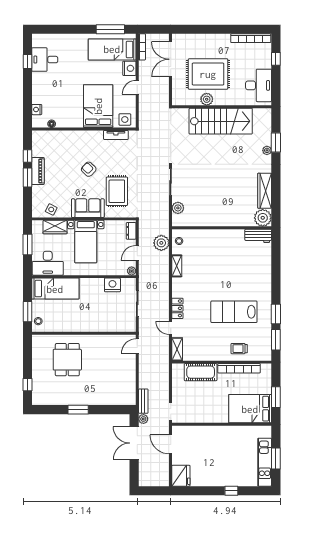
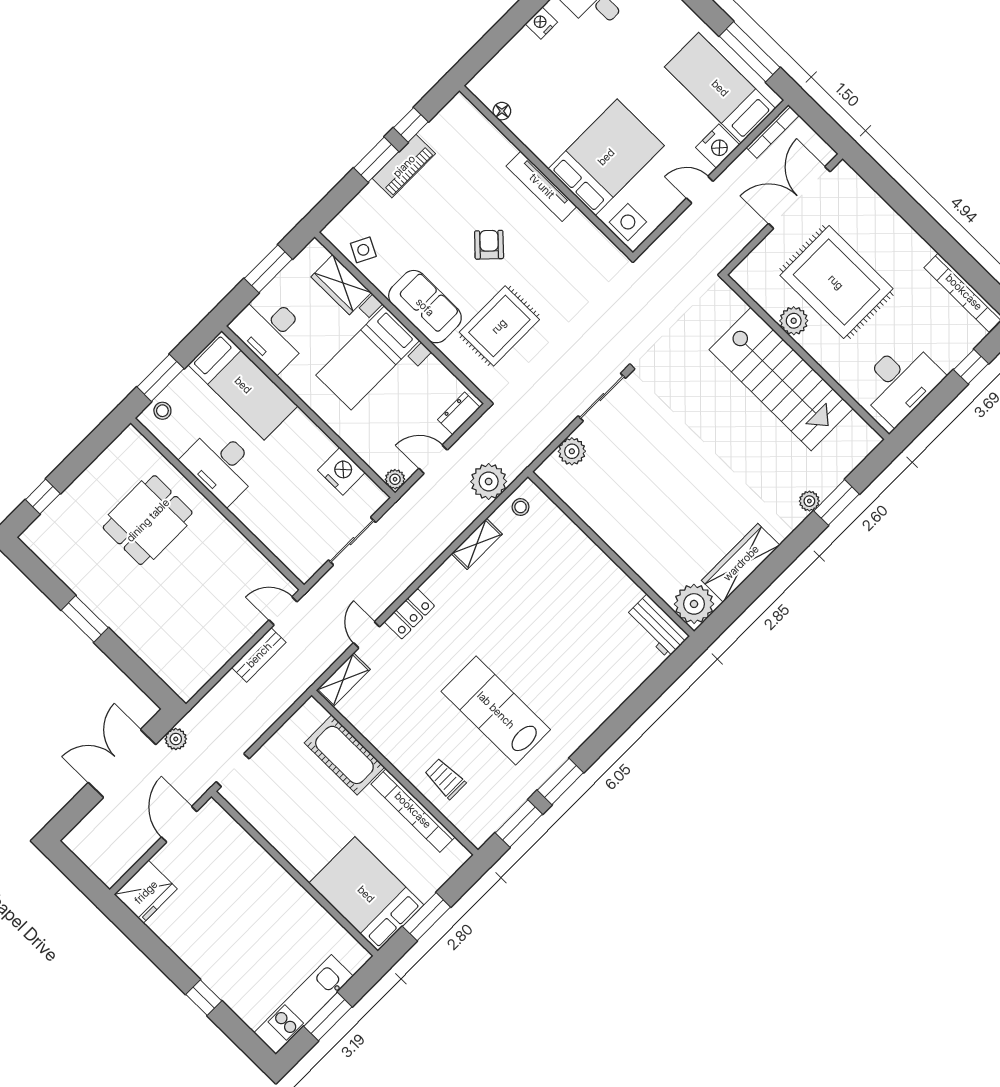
nightstand: (37, 110) -> (541, 23), moved
tv unit: (116, 135) -> (542, 186), moved, width x1.41
desk: (73, 320) -> (221, 465), added
bench: (143, 401) -> (259, 655), moved

